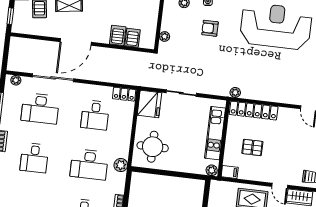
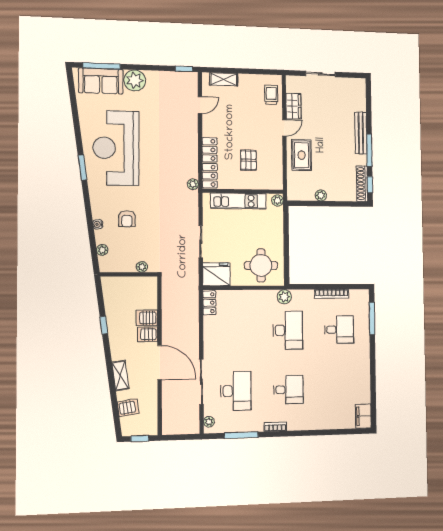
server rack: (133, 38) -> (148, 334), moved
desk: (95, 115) -> (235, 331), removed
filing cabinet: (230, 172) -> (277, 181), removed

